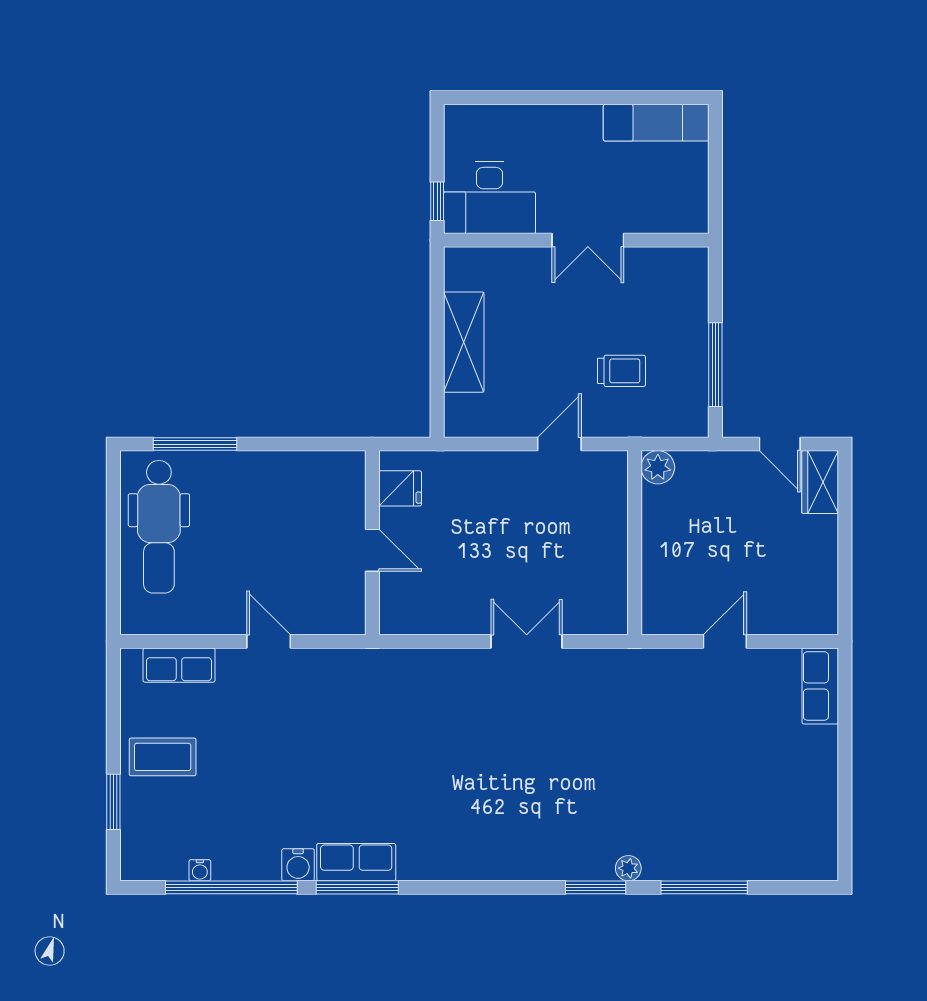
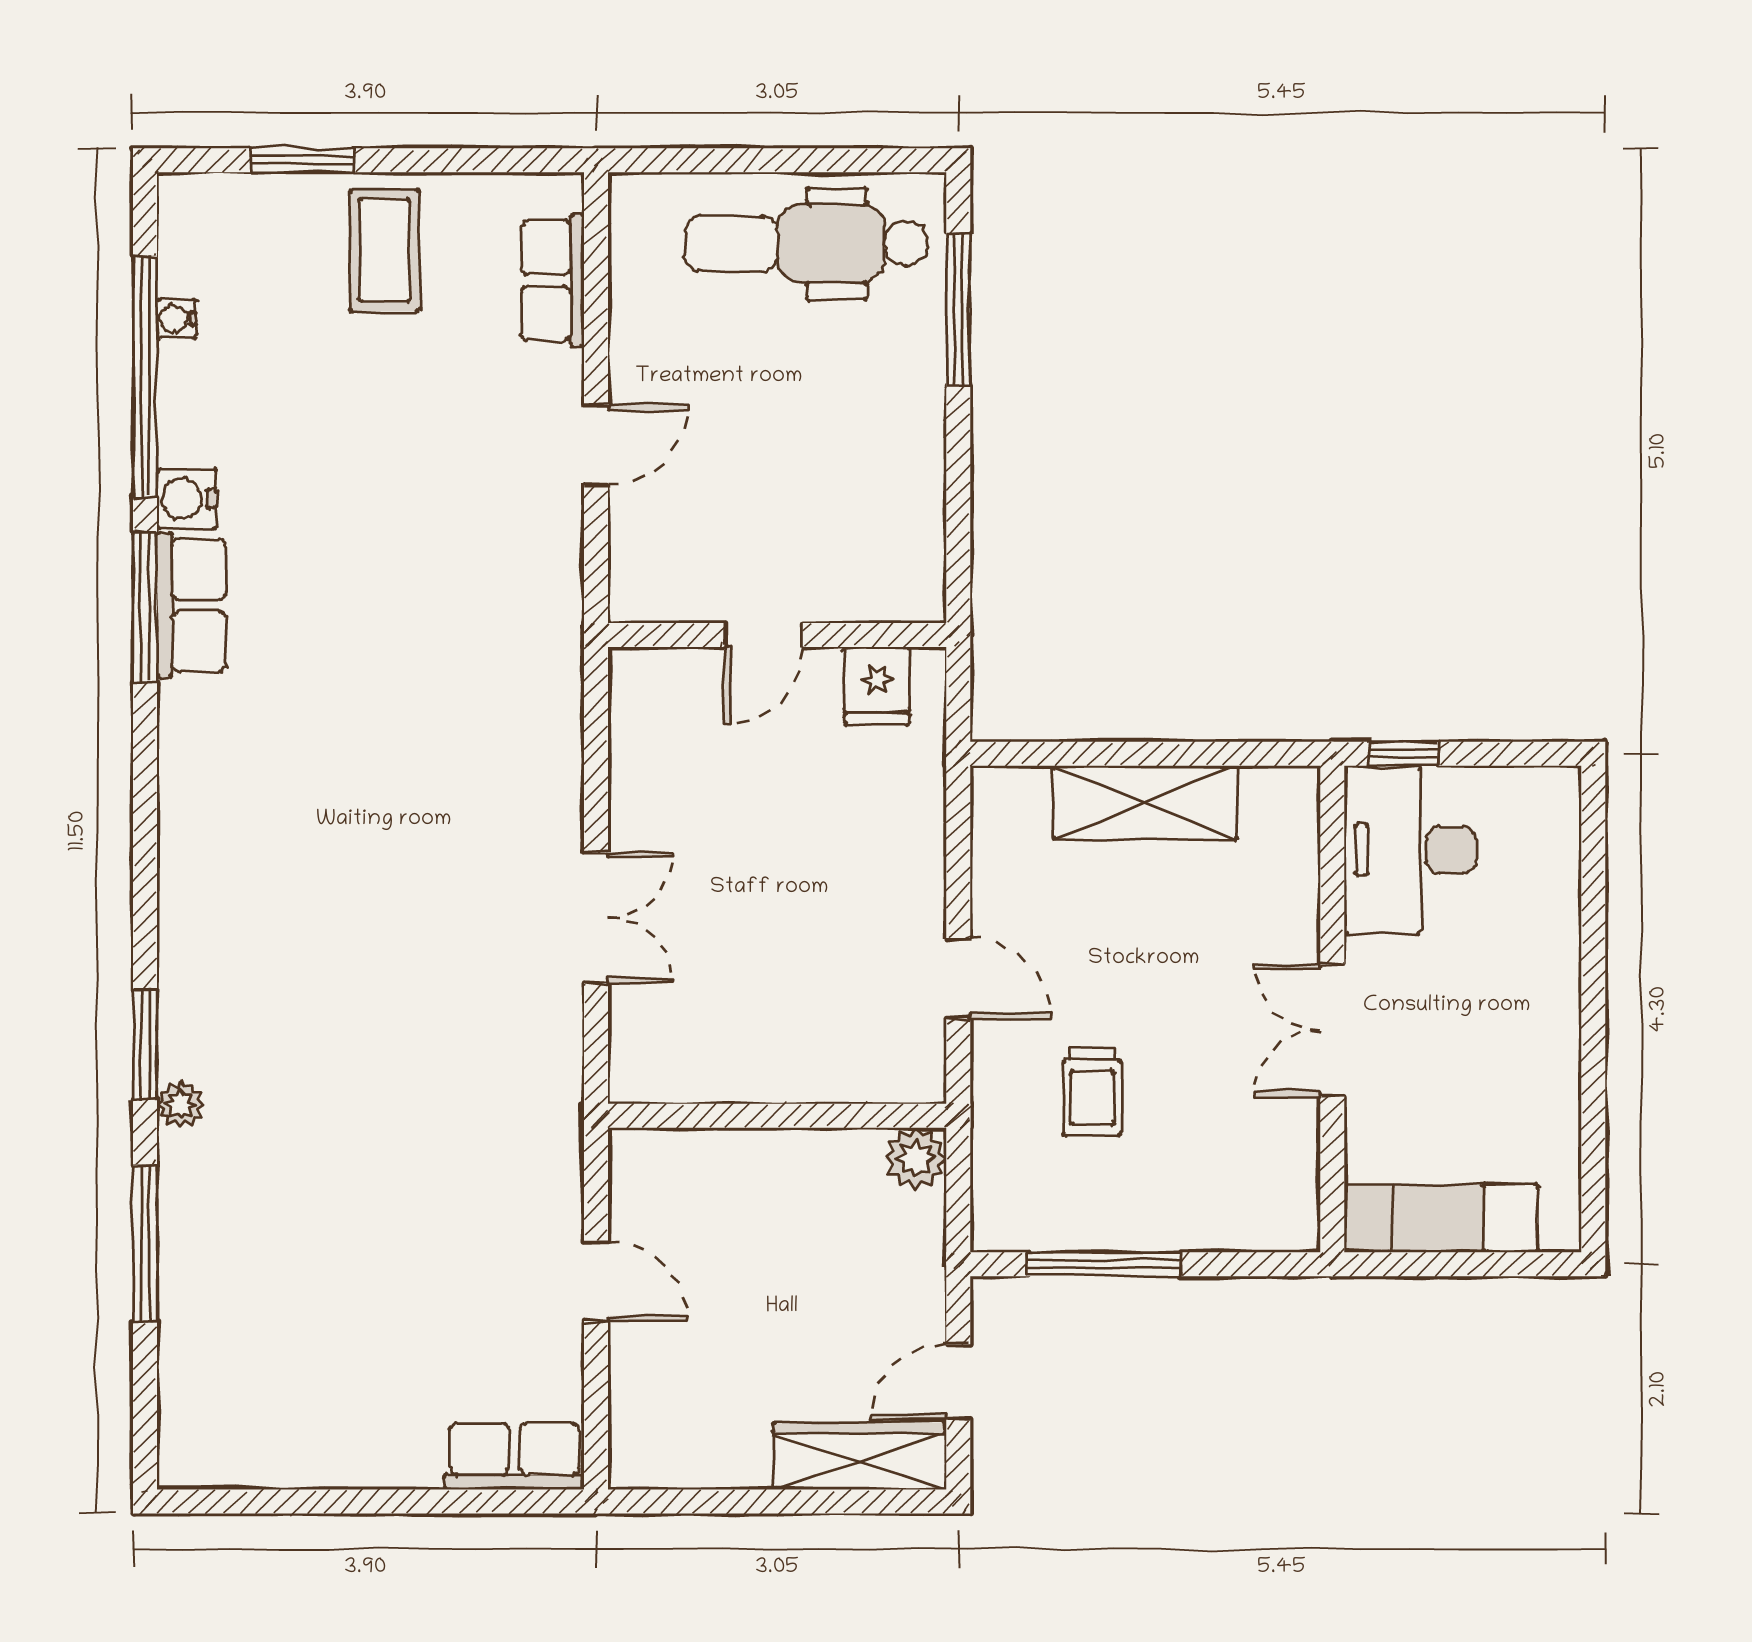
exam couch: (656, 123) -> (1441, 1218), moved, turned 90
wardrobe: (820, 482) -> (859, 1456), width x1.50

